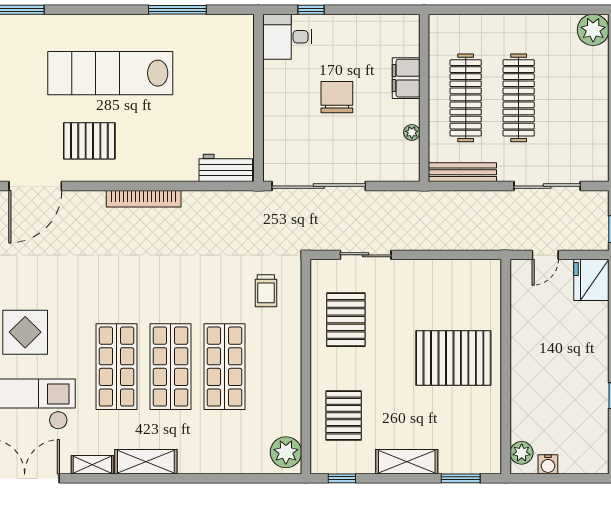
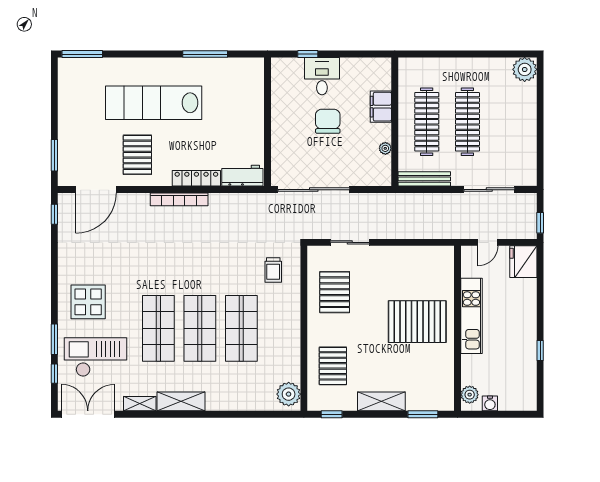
desk: (287, 37) -> (322, 76), moved, turned 90
pallet: (89, 141) -> (137, 155), turned 90
locker: (166, 171) -> (196, 178), added
kitchen unit: (524, 350) -> (471, 316), added

